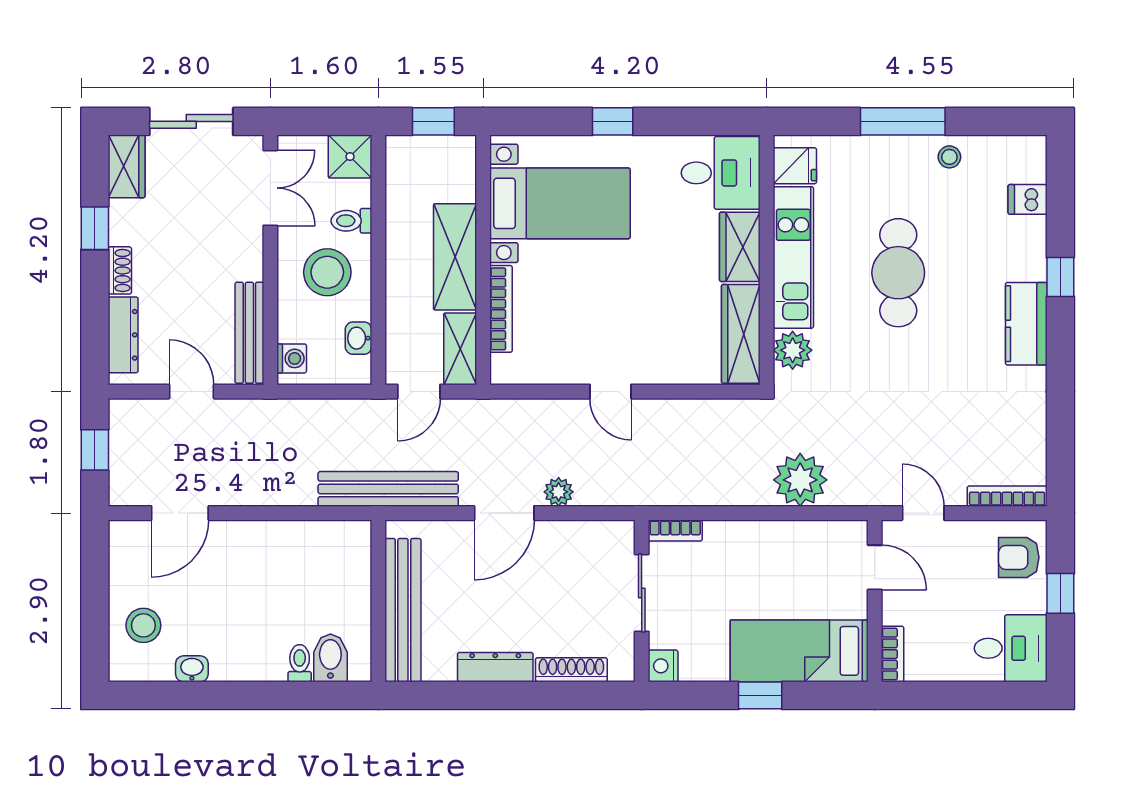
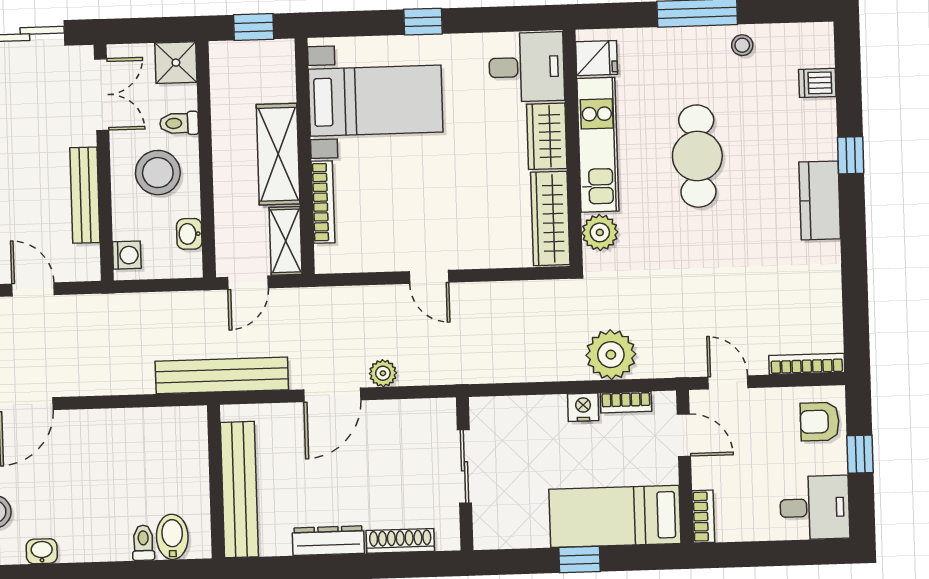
bench: (249, 333) -> (85, 195), moved
bookcase: (675, 531) -> (626, 402), moved
nightstand: (663, 666) -> (583, 407), moved, turned 90

